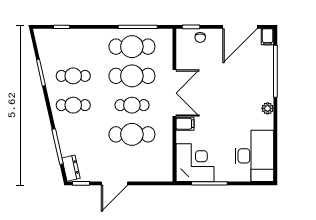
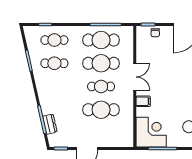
double door: (174, 93) -> (135, 77), width x0.73
cafe table: (73, 105) -> (54, 40), moved
dresser: (71, 168) -> (50, 124), moved

